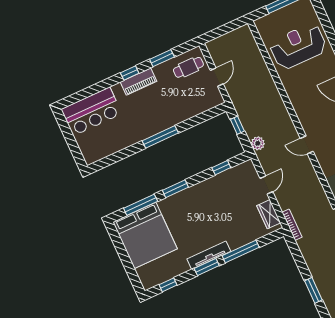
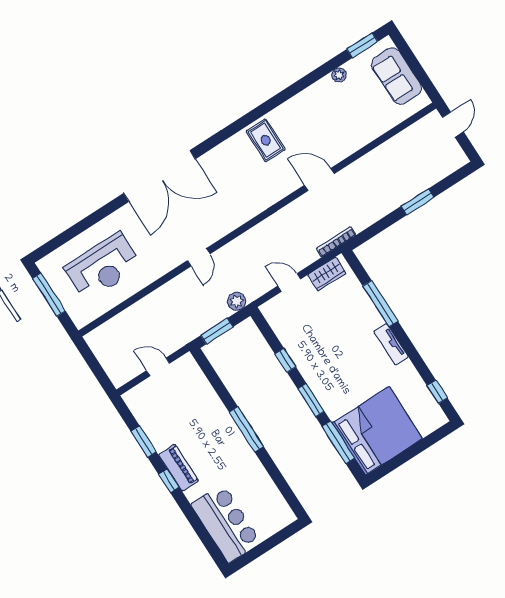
reception desk: (298, 46) -> (103, 267), turned -90
cafe table: (188, 67) -> (151, 406), removed
window: (237, 125) -> (217, 331), width x1.50
door: (307, 145) -> (199, 257), moved
window: (221, 168) -> (285, 360), moved
tv unit: (209, 255) -> (391, 344), width x0.71
window: (207, 267) -> (407, 345), removed

